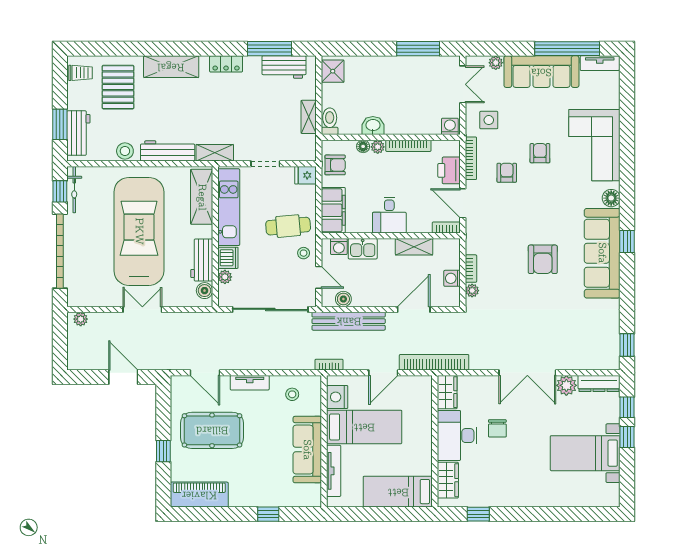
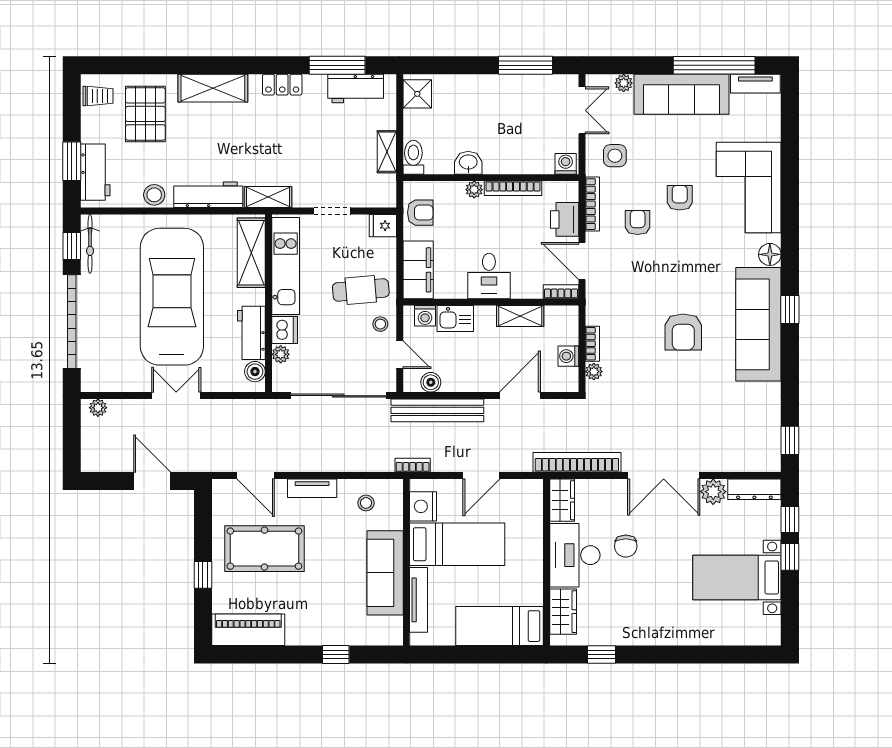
floor lamp: (363, 146) -> (456, 189), removed
bookcase: (434, 362) -> (577, 462), moved

